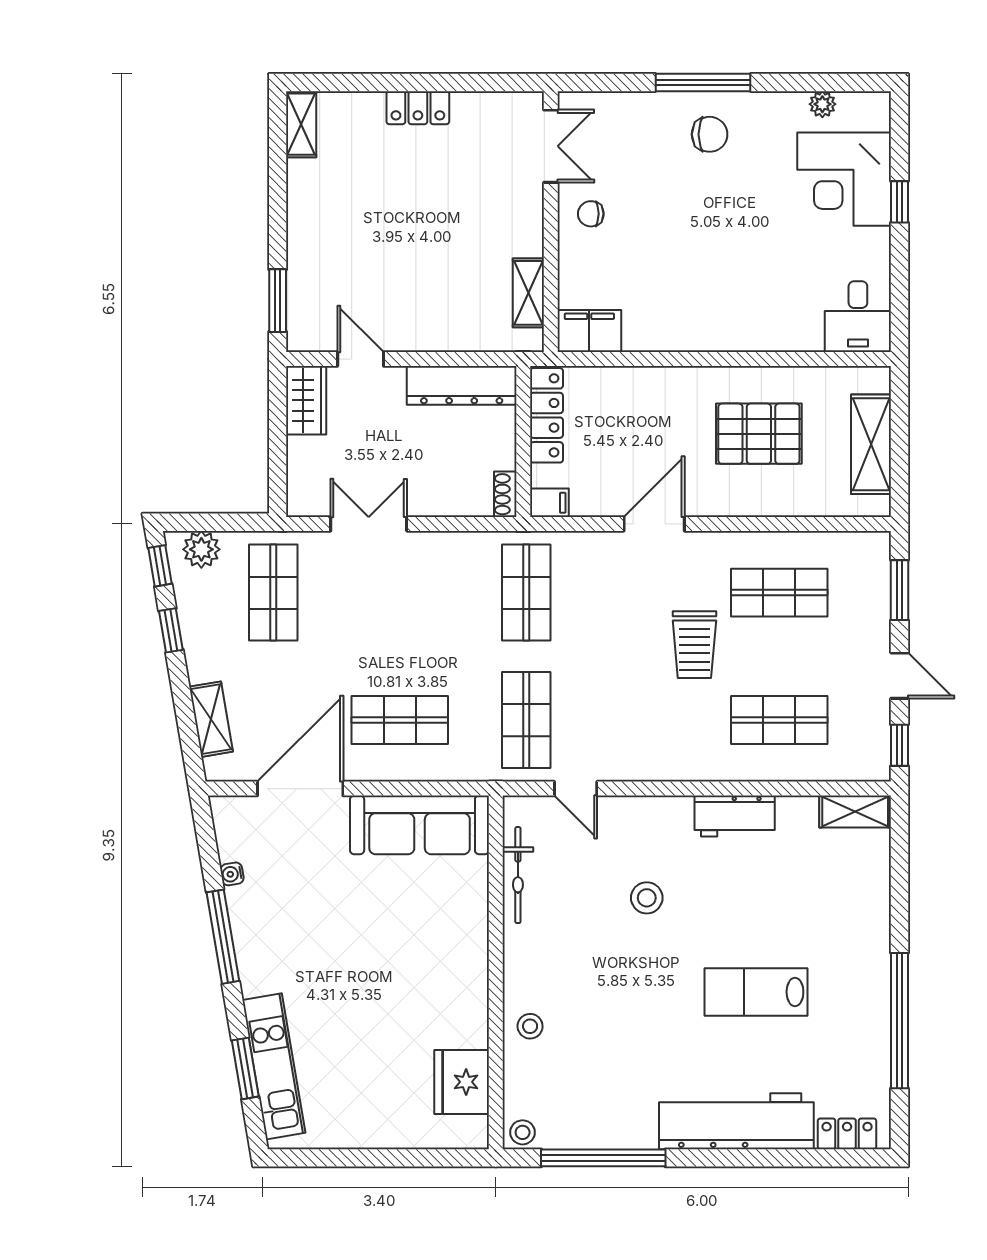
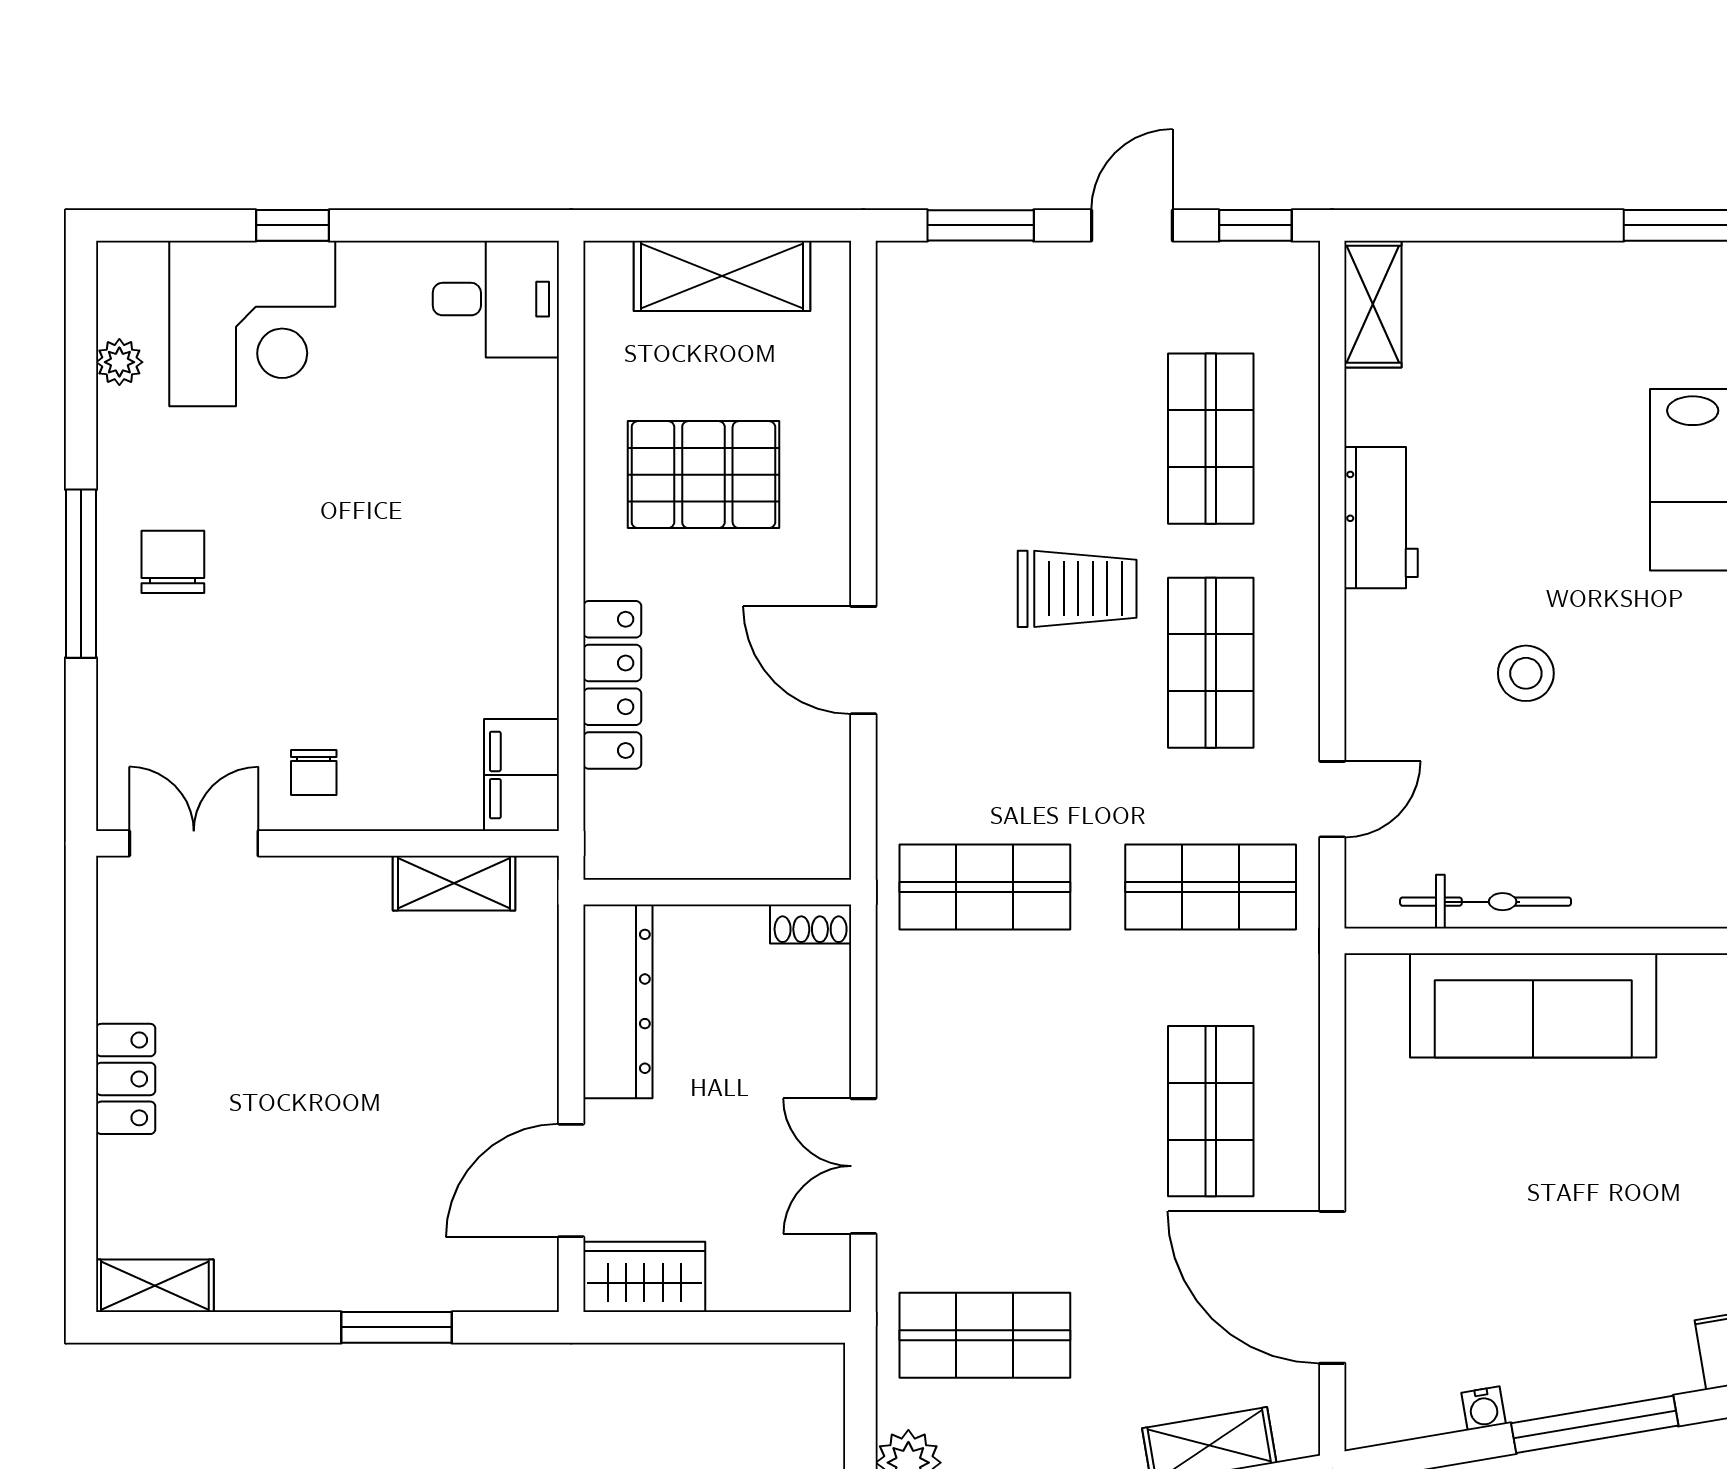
window: (278, 301) -> (396, 1327), moved
door: (361, 359) -> (571, 1180), width x1.38
locker: (546, 415) -> (612, 685), moved, turned 90
pallet: (759, 434) -> (703, 475), turned 90
filing cabinet: (549, 503) -> (826, 846), removed
shop shelf: (779, 593) -> (1211, 663), moved
sofa: (420, 825) -> (1533, 1005), moved, turned 90

